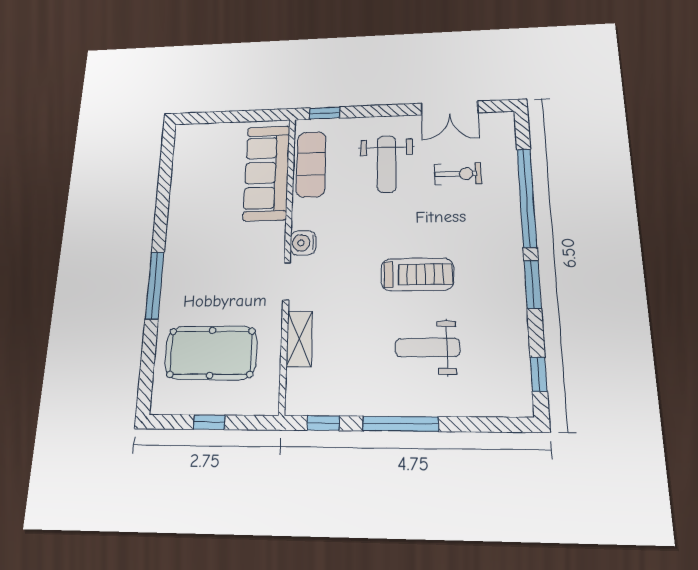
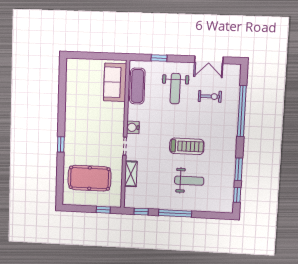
window: (325, 113) -> (159, 58), moved
sofa: (267, 173) -> (115, 82), width x0.73
window: (533, 284) -> (239, 169), moved
window: (155, 285) -> (61, 144), width x0.46
weight bench: (427, 347) -> (189, 181), turned 180
window: (209, 422) -> (103, 210), moved

